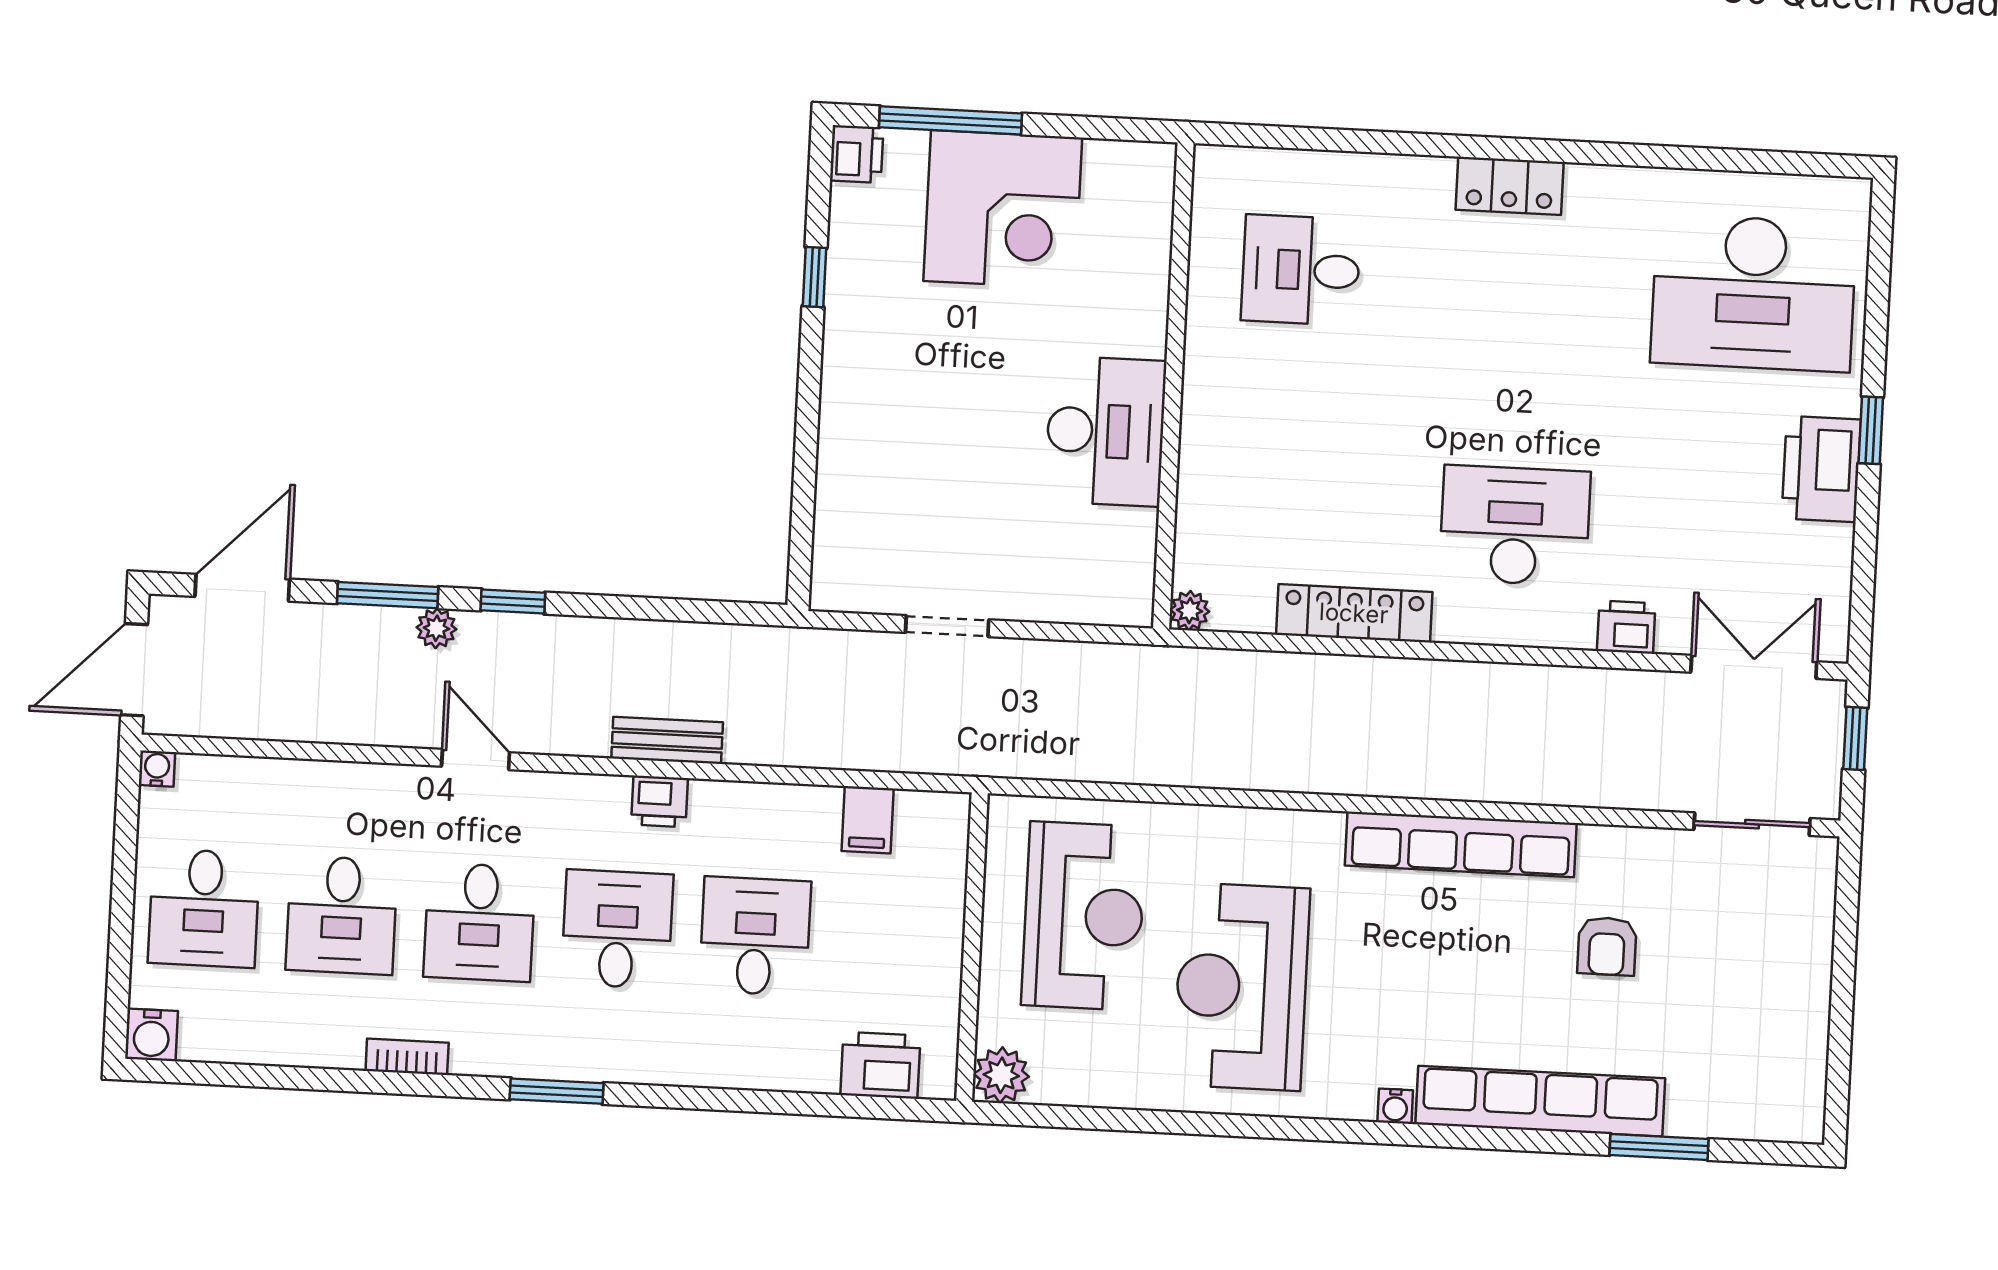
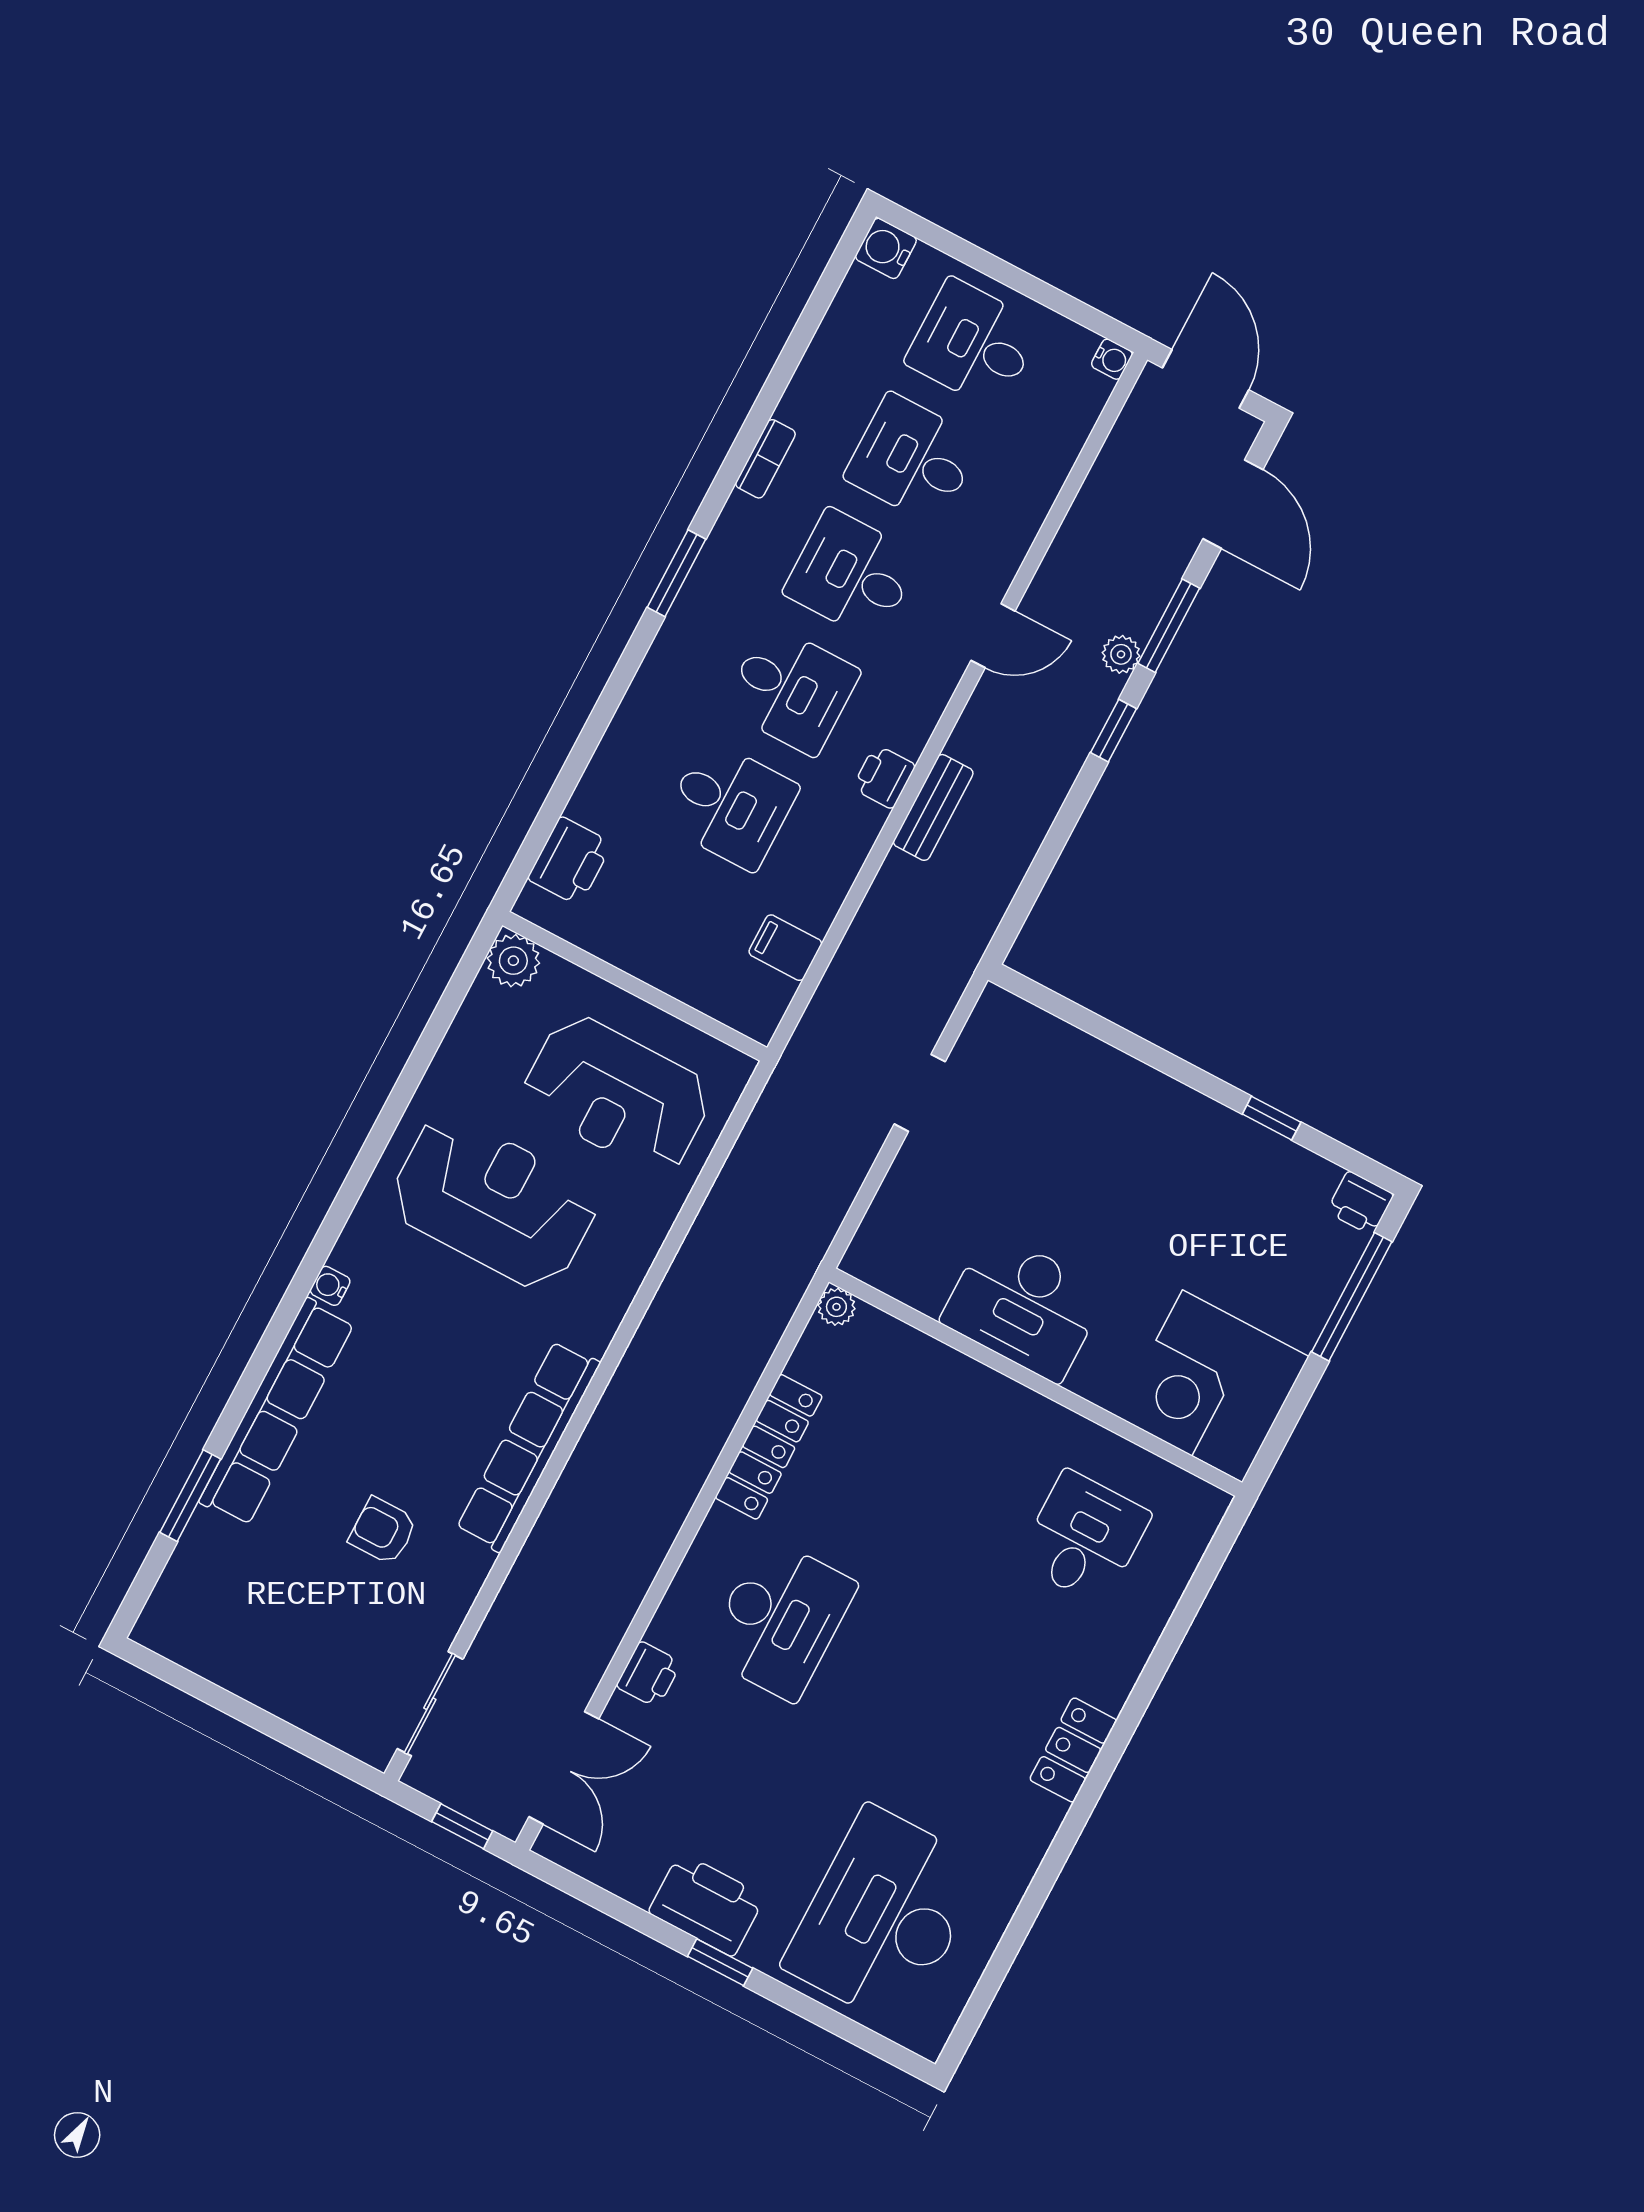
corner desk: (1003, 209) -> (1213, 1386), moved

